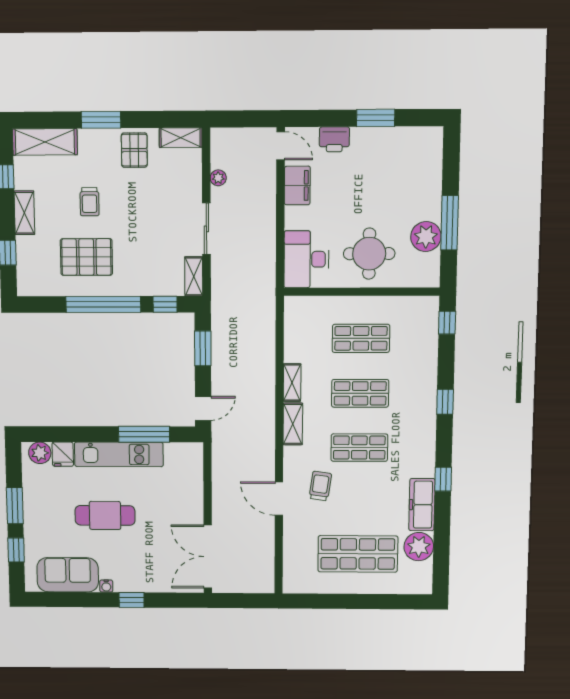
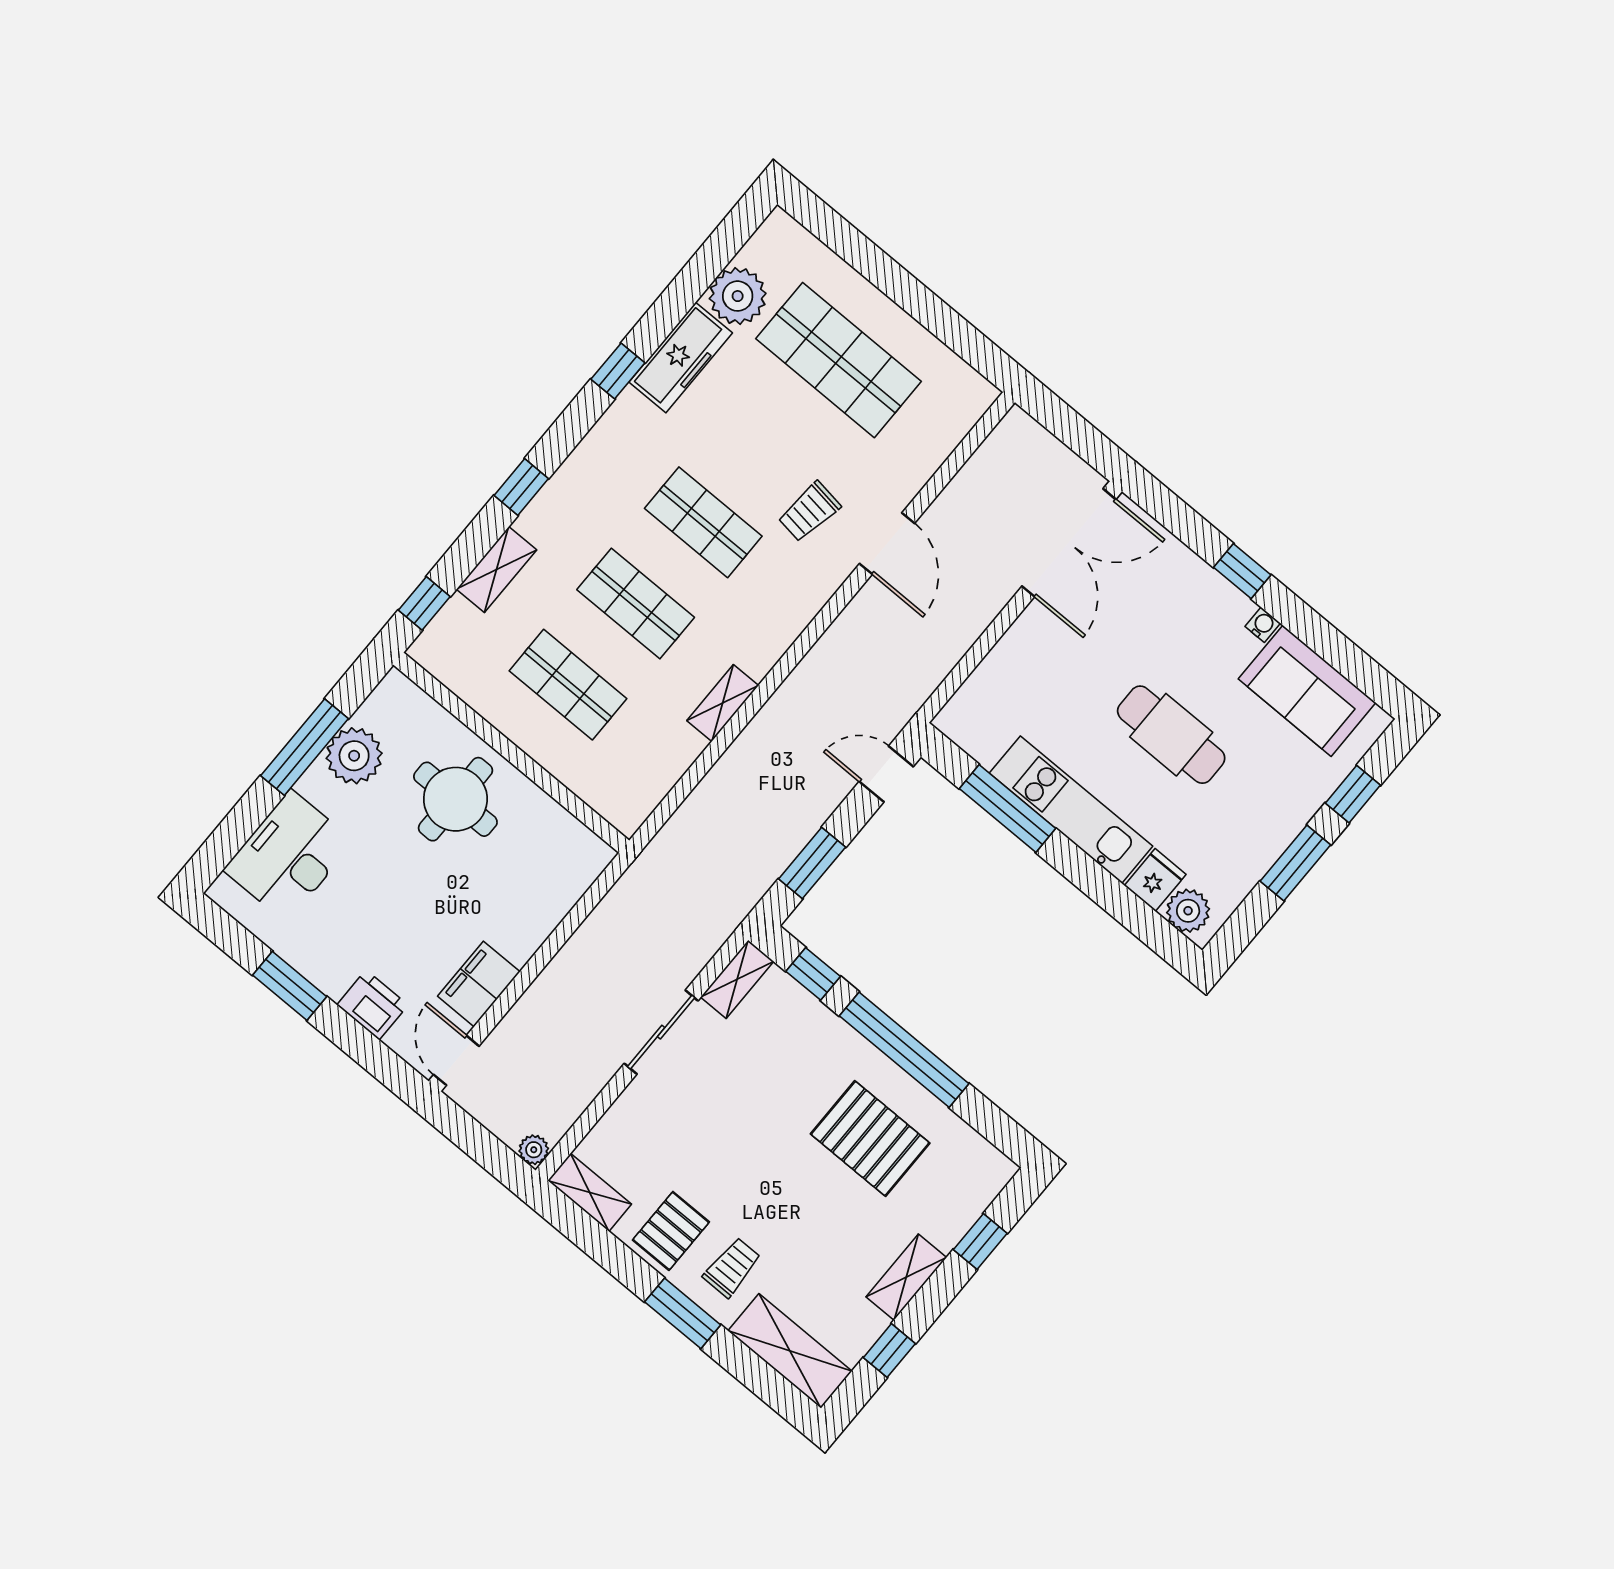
plant: (218, 178) -> (534, 1150), moved
trolley: (90, 202) -> (732, 1267), moved
desk: (306, 259) -> (289, 856), moved, turned 180
shelving: (293, 424) -> (497, 570), moved

